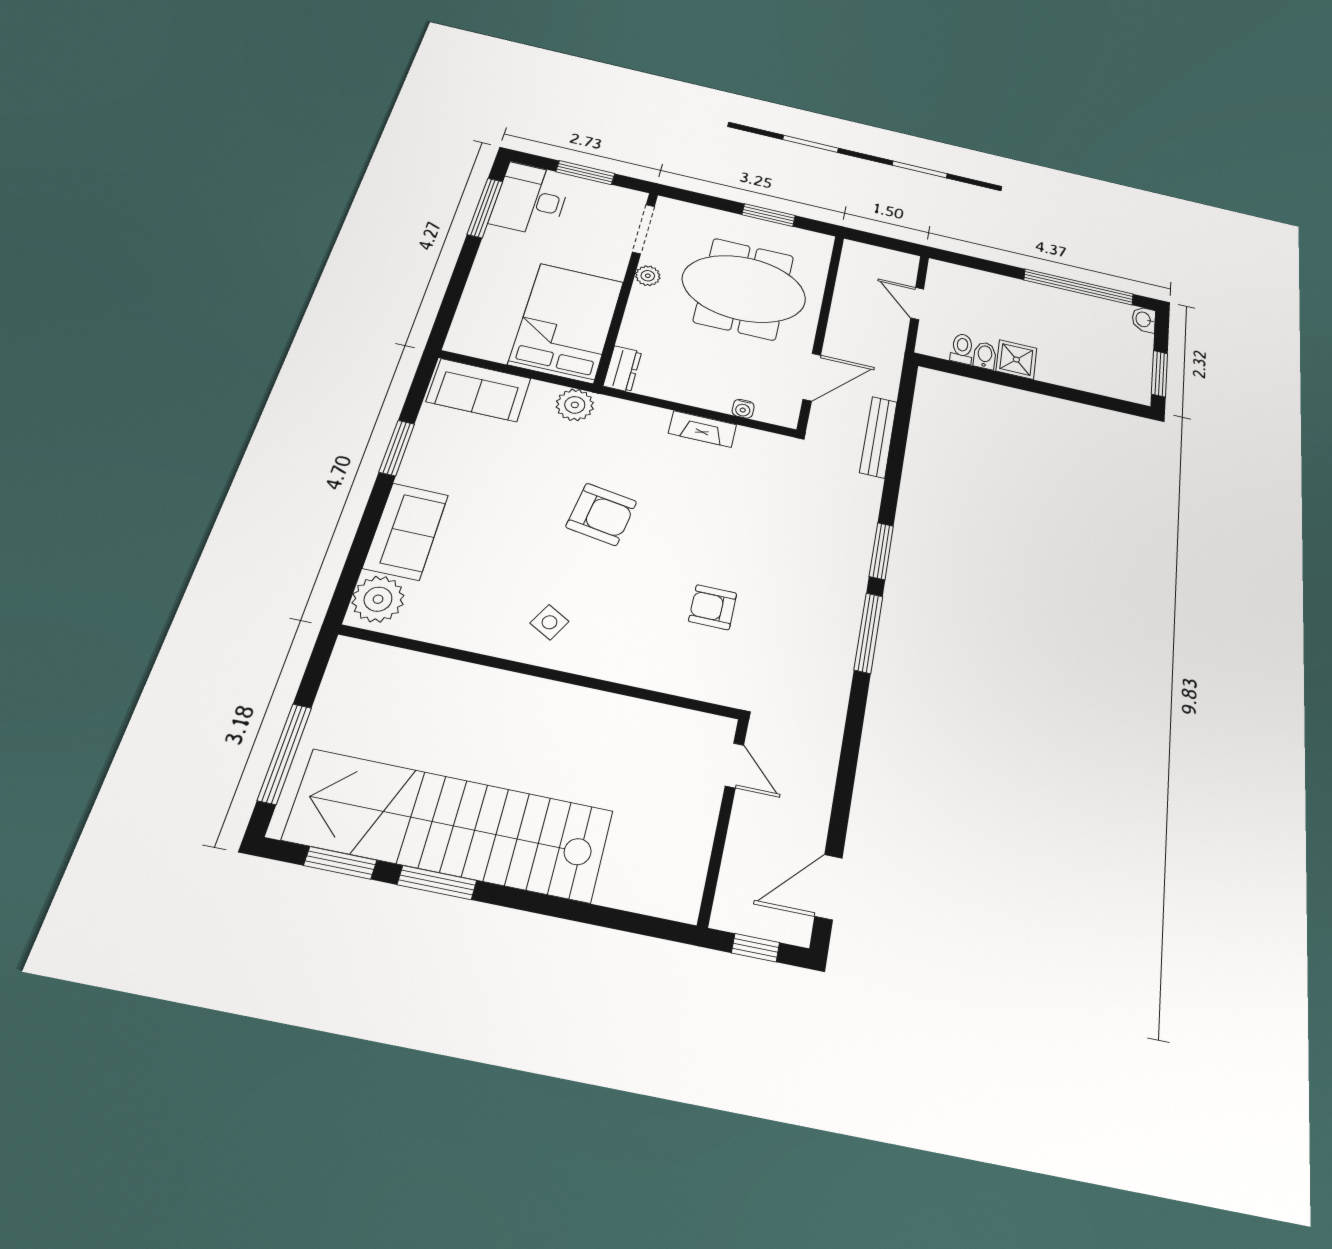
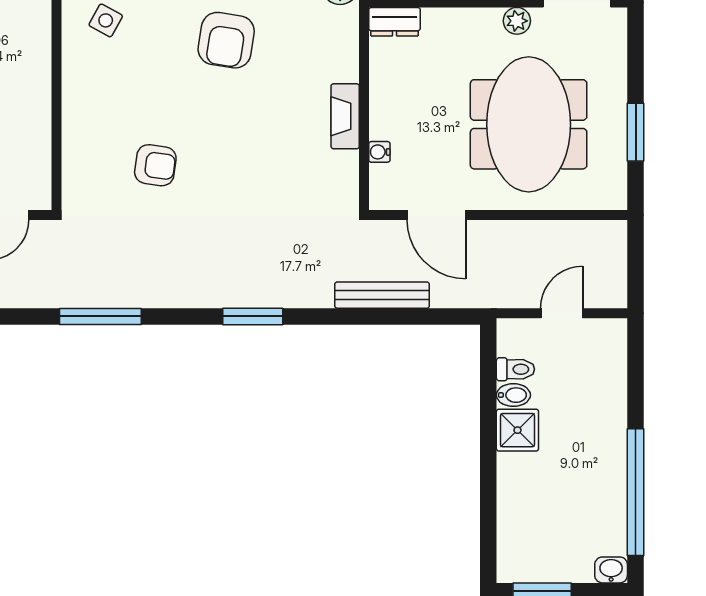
armchair: (713, 607) -> (155, 165), turned 98
window: (868, 633) -> (100, 316), moved

